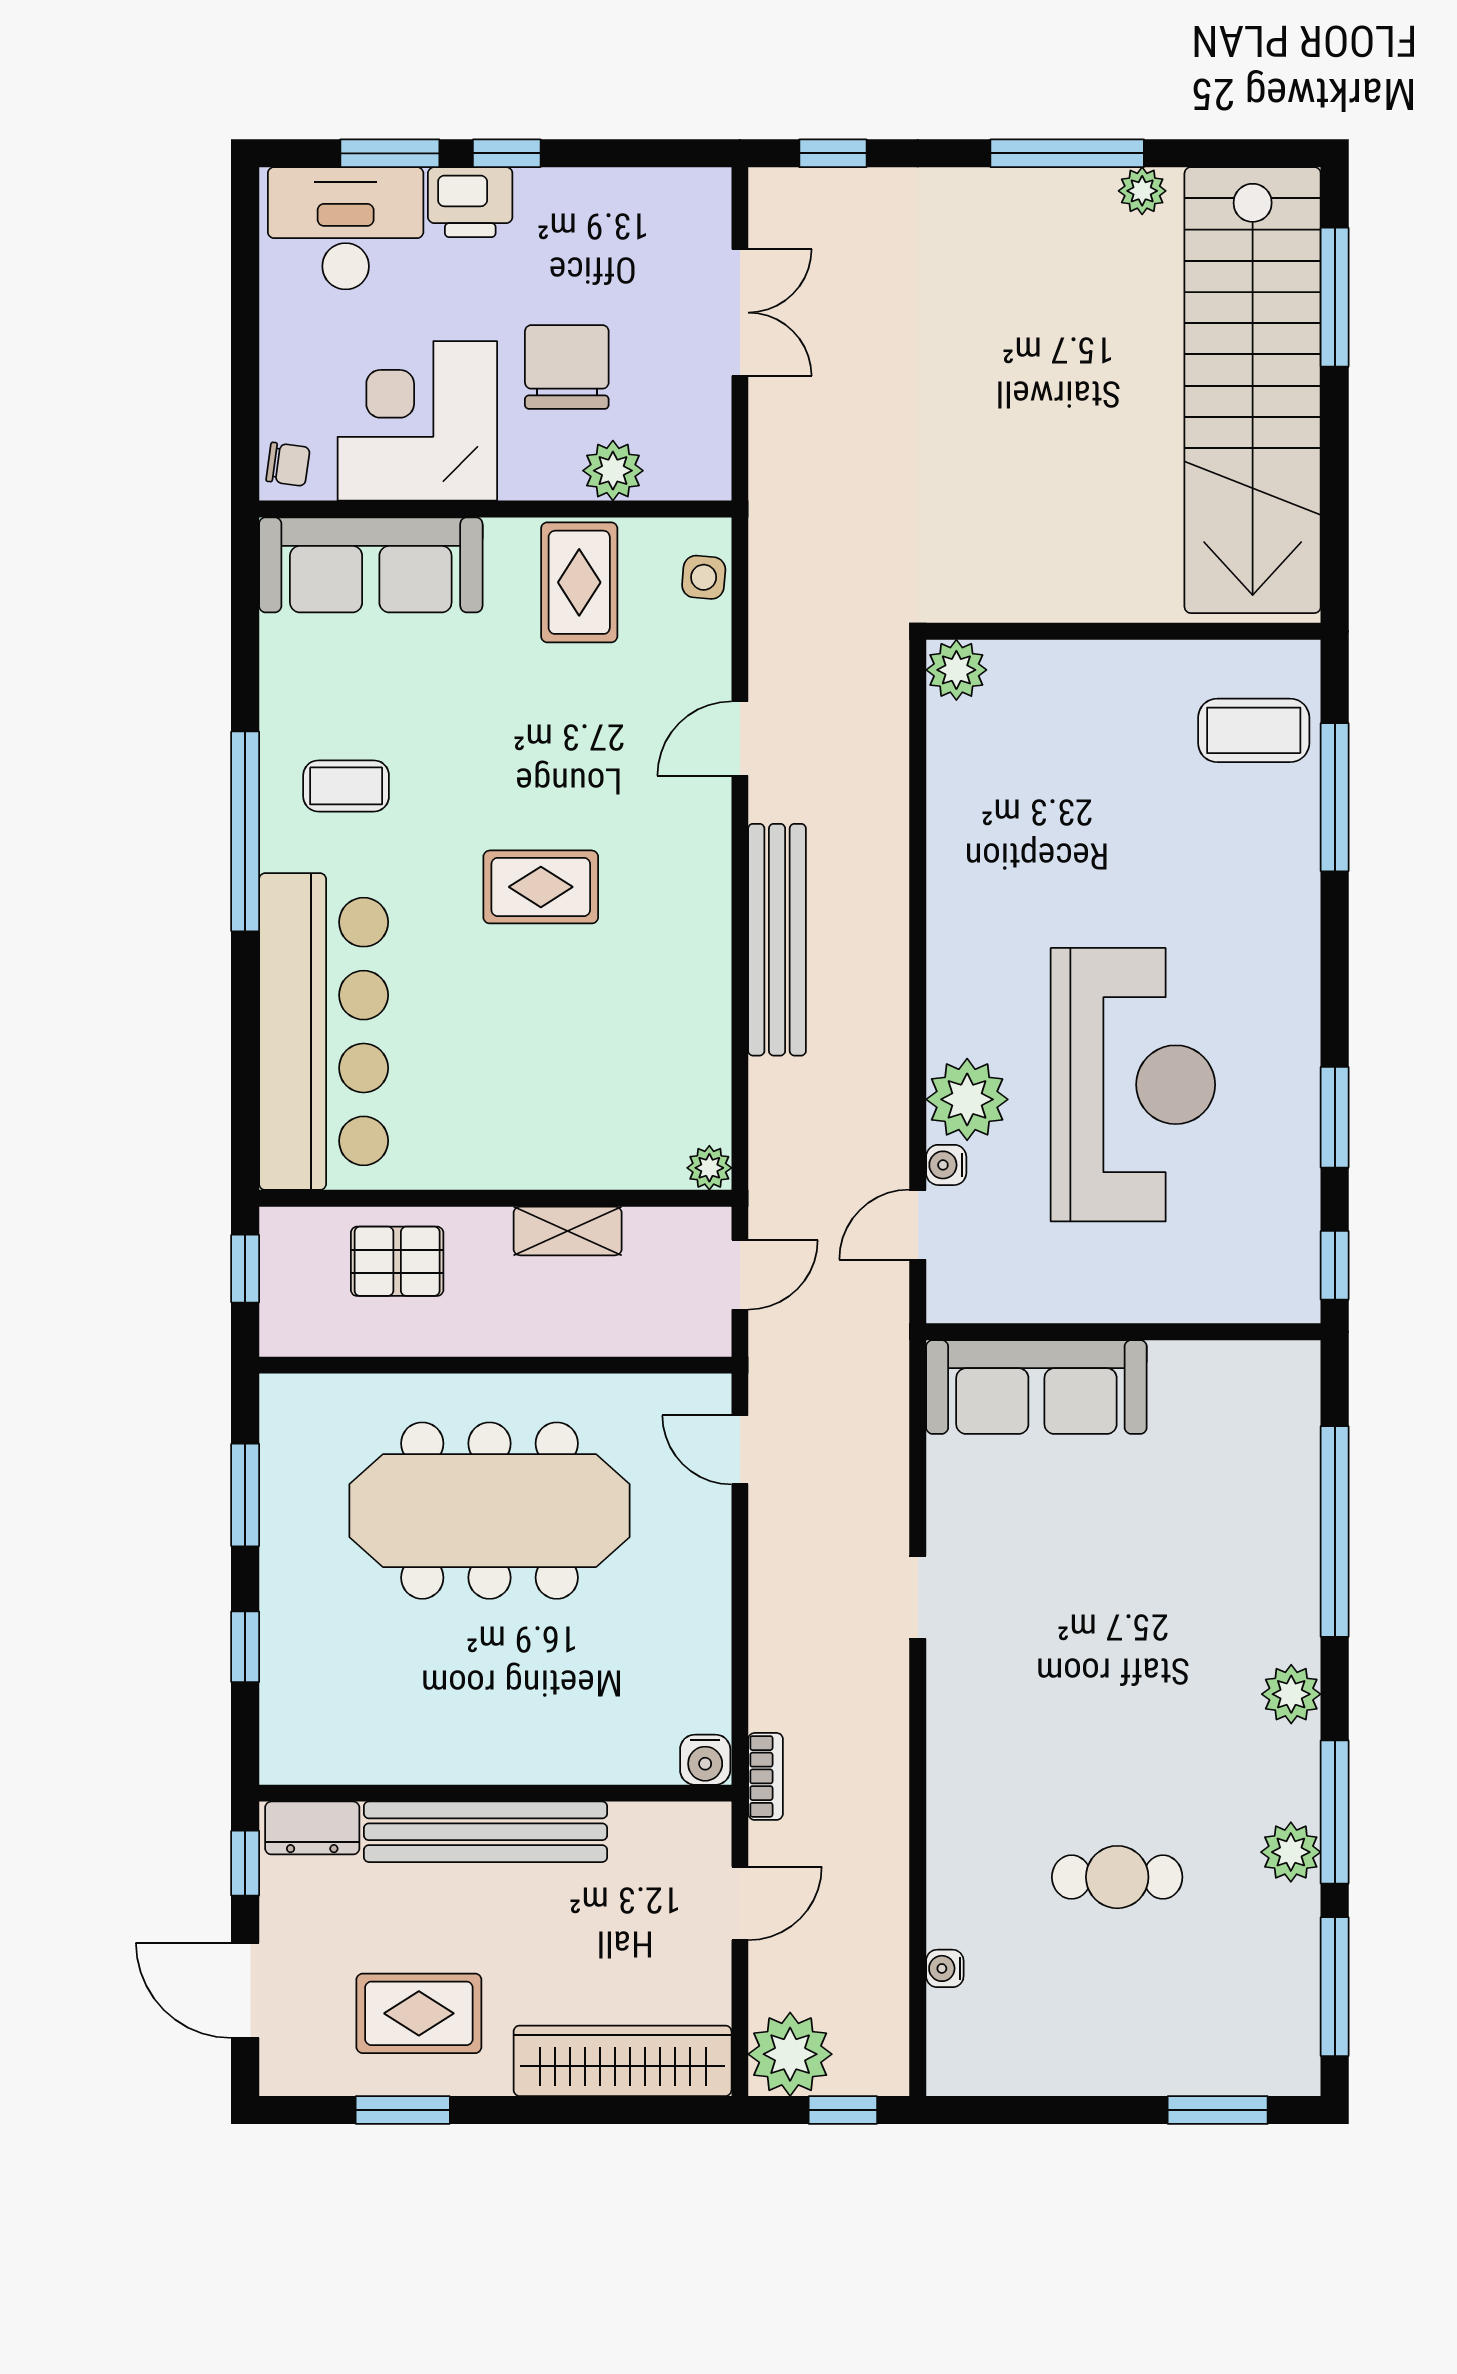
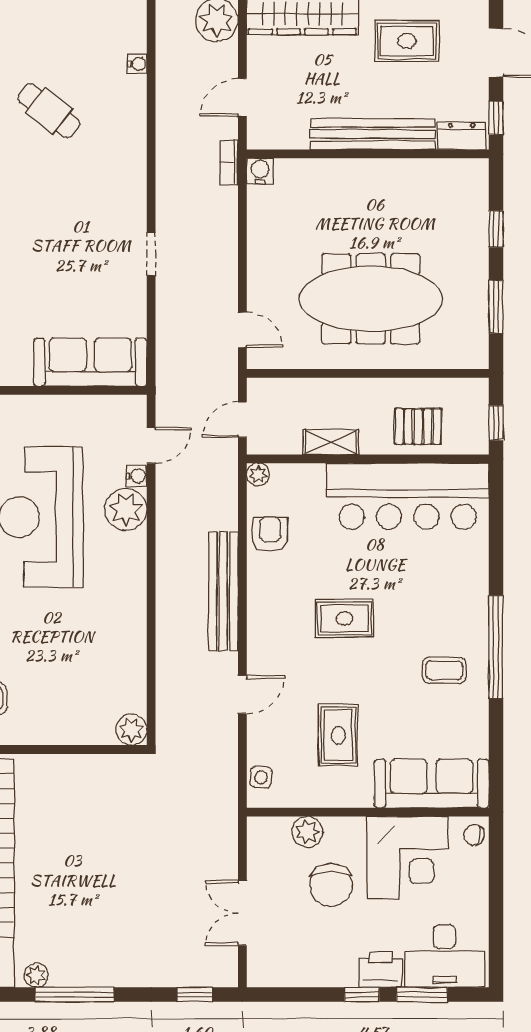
rug: (579, 582) -> (338, 735), moved
bar counter: (324, 1032) -> (408, 496), moved, turned -90
armchair: (686, 1051) -> (270, 534), added
cafe table: (1117, 1877) -> (49, 111), turned 38

